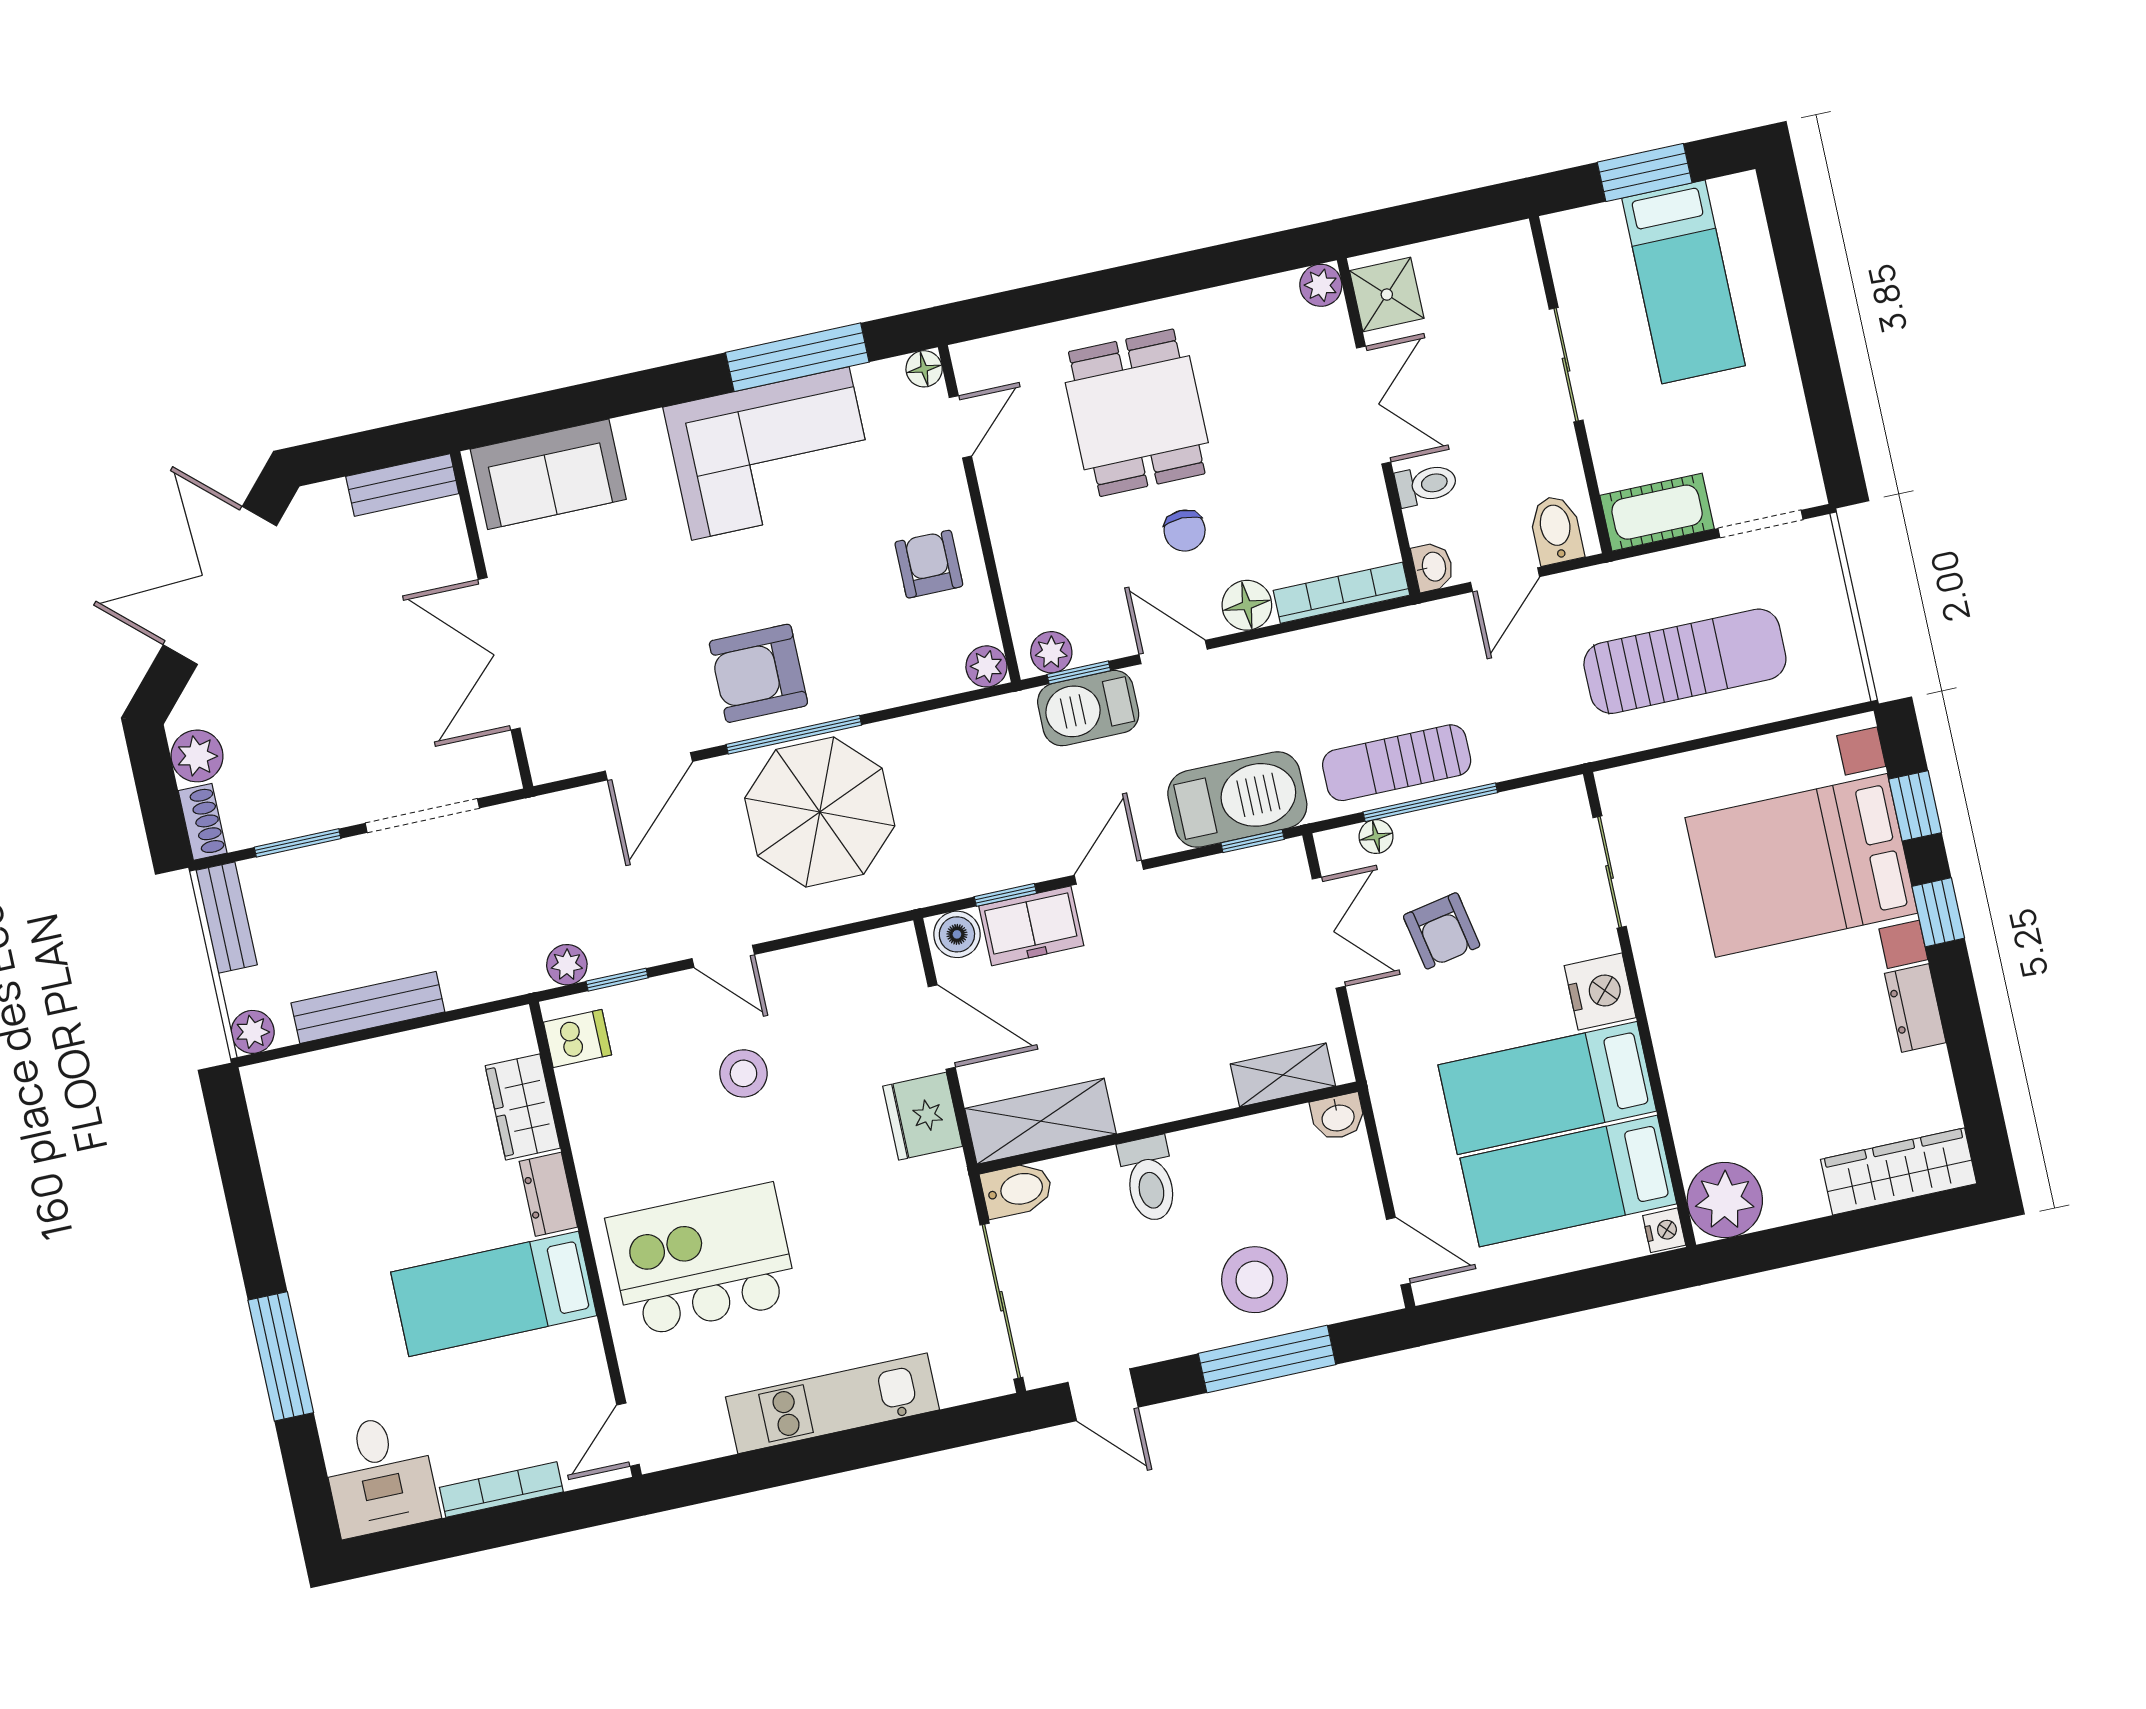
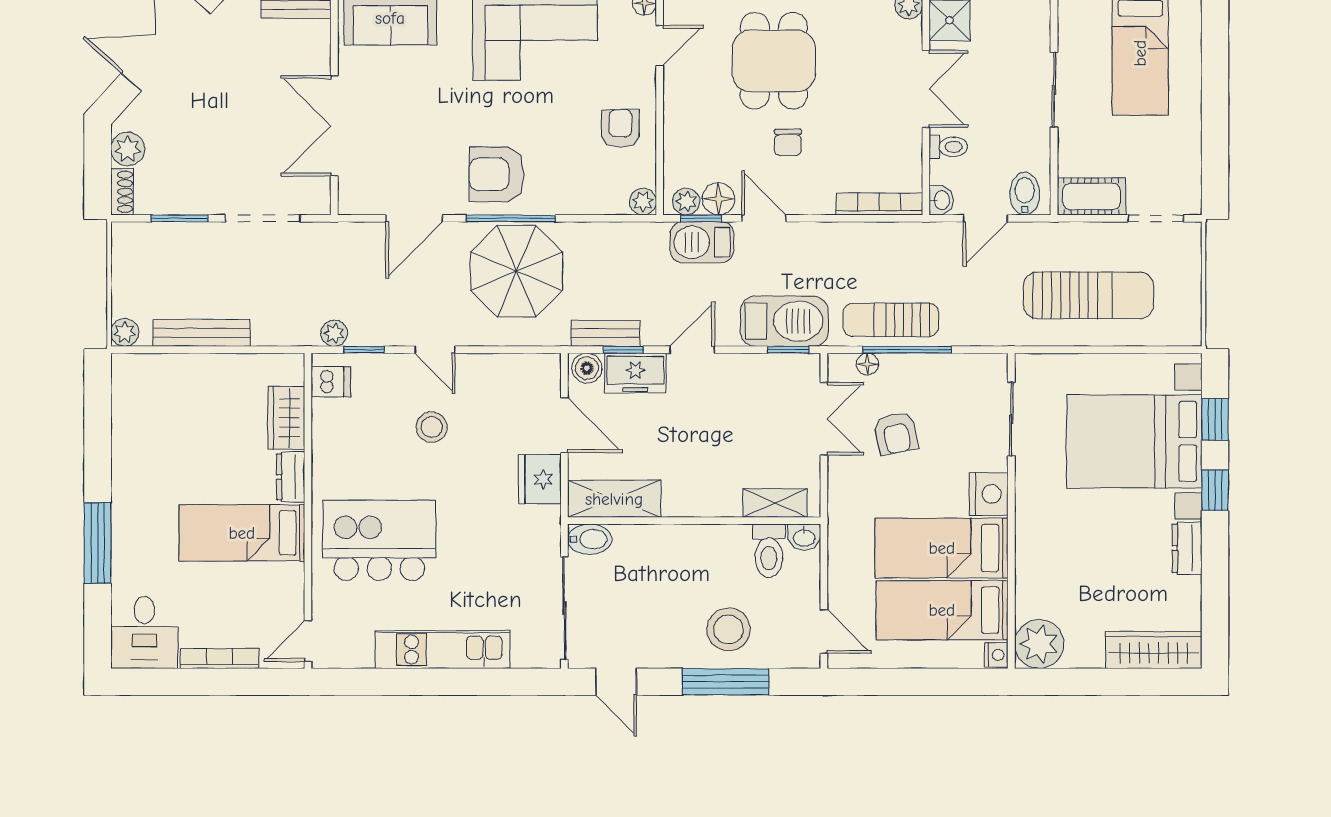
floor lamp: (1247, 605) -> (718, 199), moved
bench: (226, 918) -> (605, 333), moved, turned 90
toilet: (1149, 1179) -> (769, 551), moved

